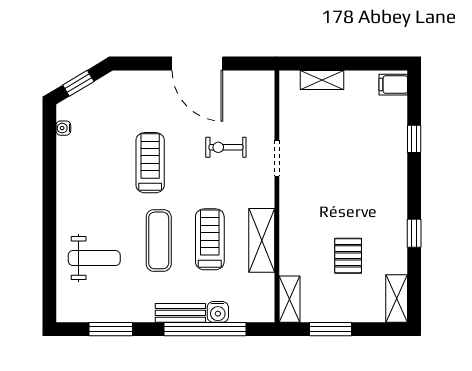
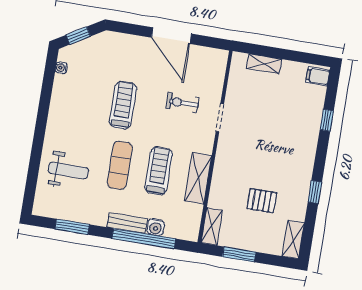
pallet: (348, 256) -> (262, 201), turned 90

